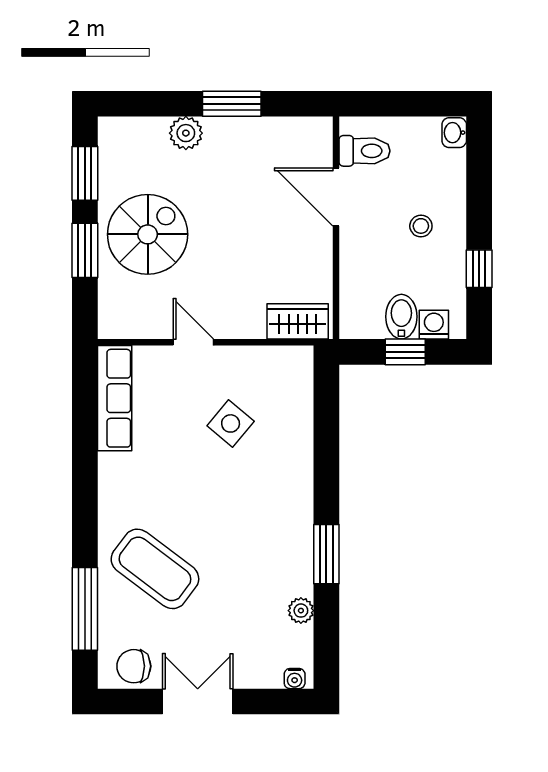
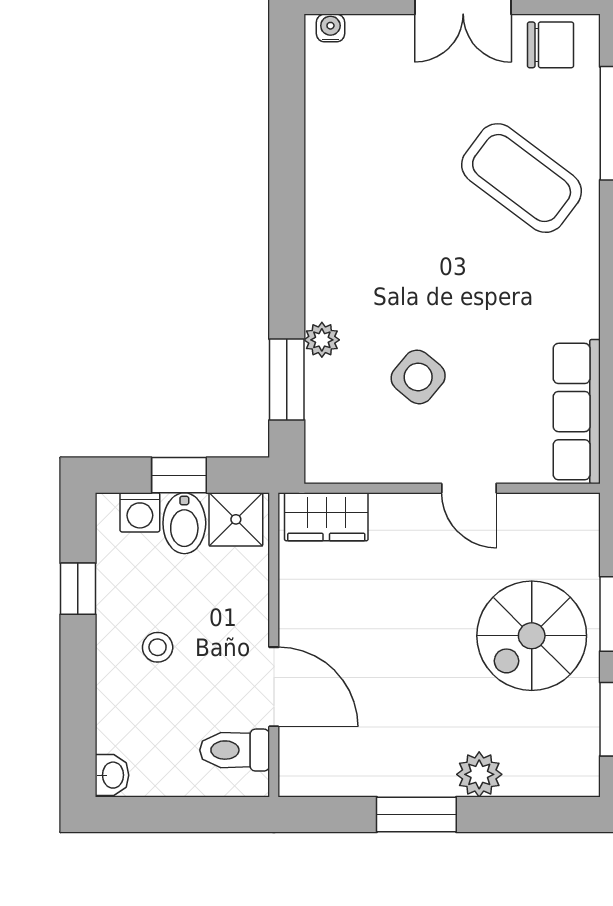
shower: (364, 319) -> (236, 519), added
window: (326, 554) -> (287, 380), moved
plant: (301, 611) -> (322, 340), moved

